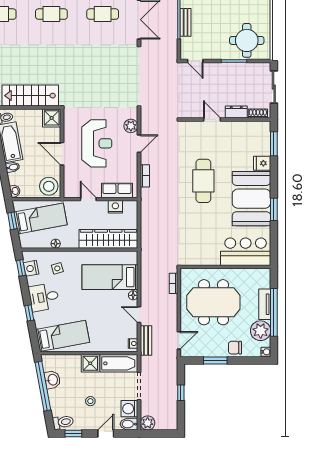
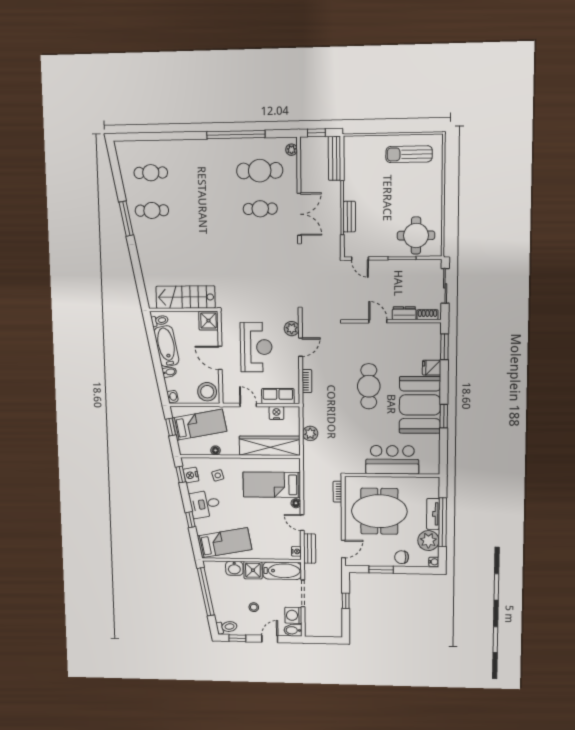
cafe table: (51, 14) -> (206, 210), removed
bar counter: (246, 252) -> (392, 460), moved
washbasin: (52, 380) -> (234, 568), moved, turned 100
plant: (148, 423) -> (310, 433), moved

